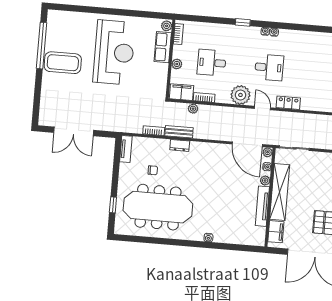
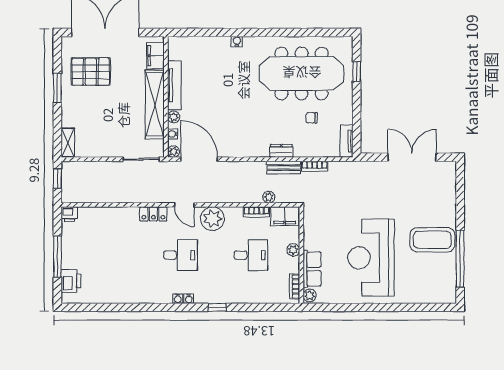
desk: (269, 67) -> (180, 255), turned 180

